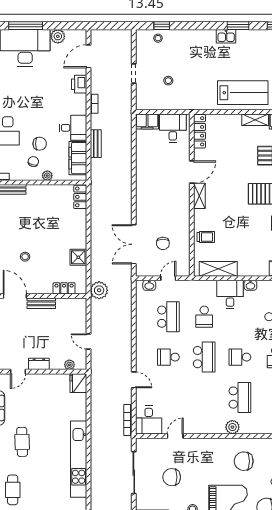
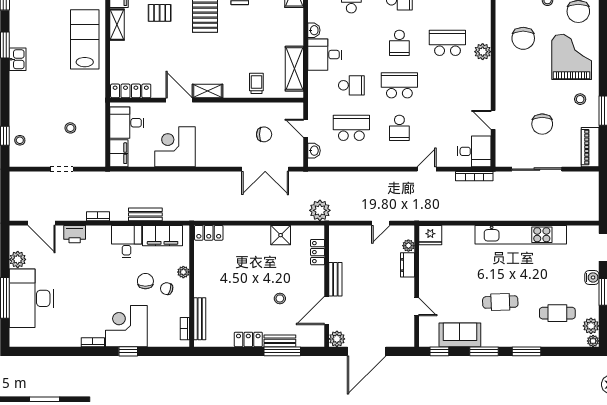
corner desk: (153, 169) -> (175, 147), added
dresser: (39, 364) -> (408, 265), moved

